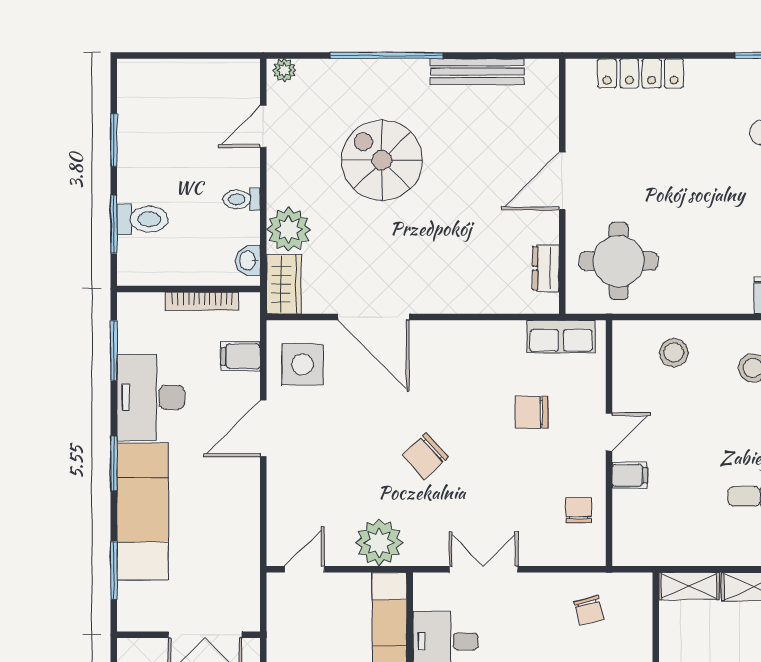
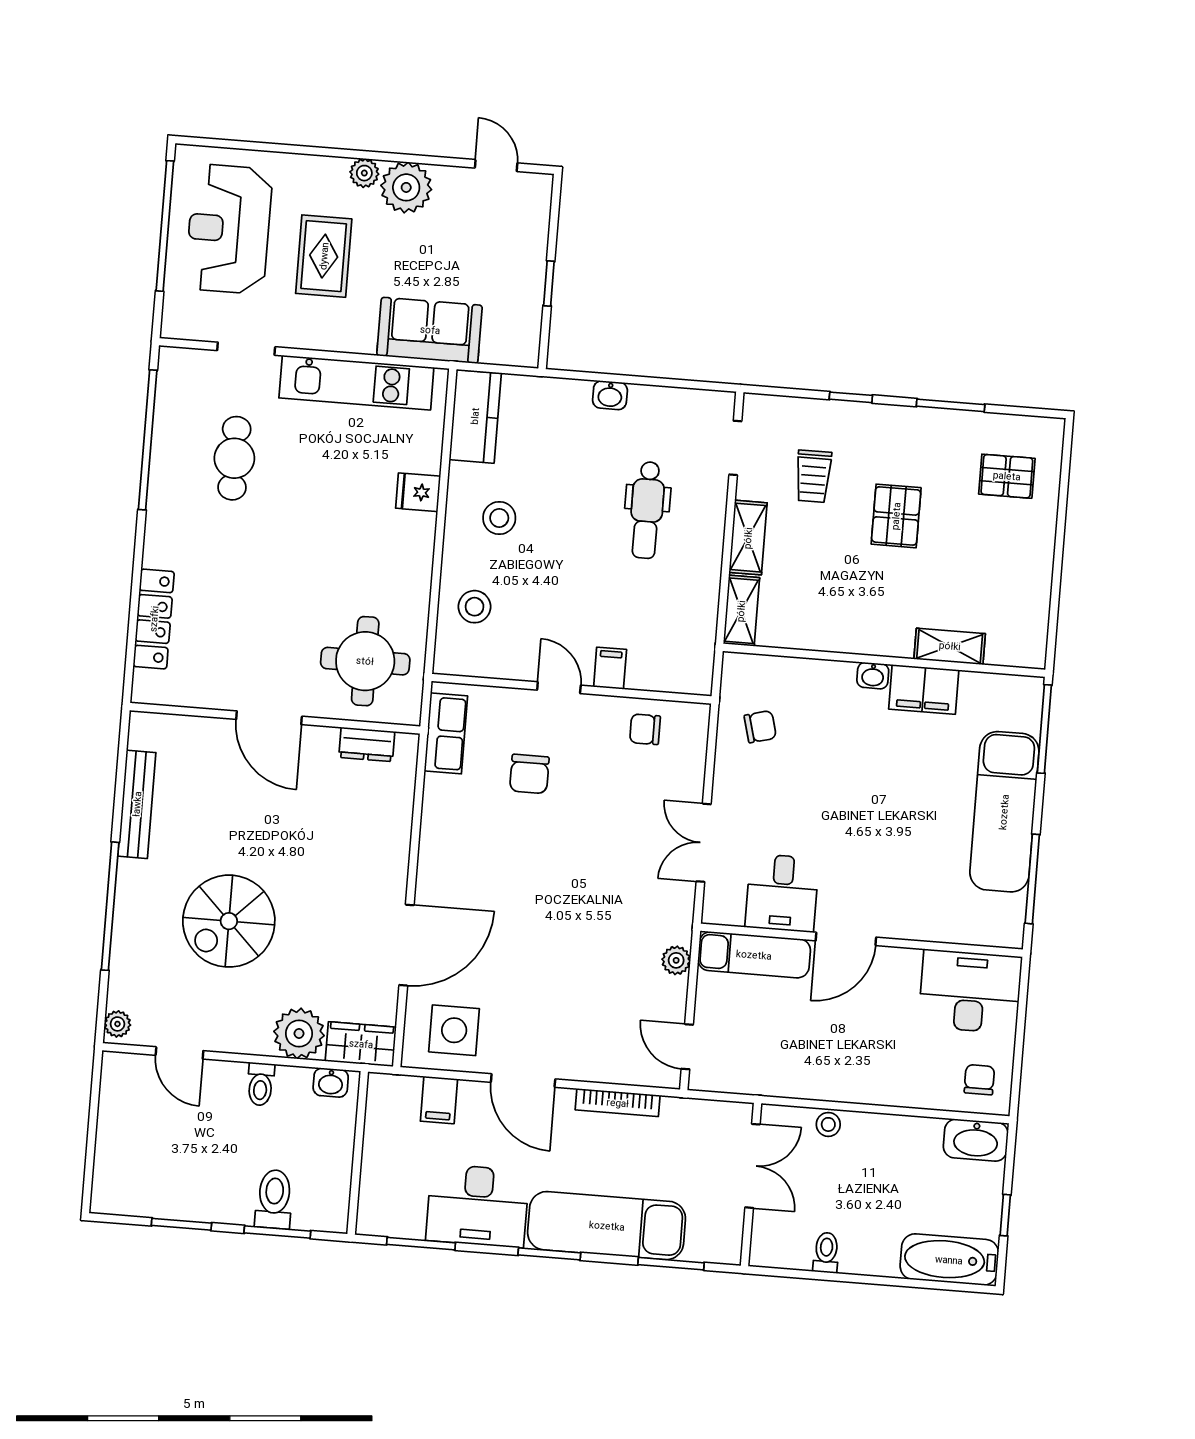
bookcase: (202, 301) -> (618, 1103), moved, turned 90
chair: (425, 456) -> (569, 899), removed
plant: (379, 543) -> (676, 960), width x0.53, depth x0.53

